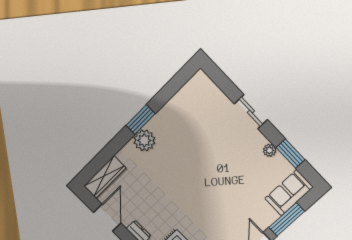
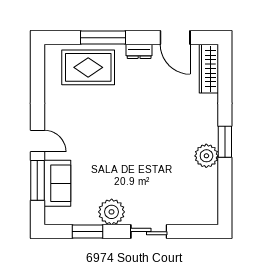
plant: (144, 140) -> (206, 156), moved
plant: (270, 150) -> (112, 212), width x1.87, depth x1.87
sofa: (289, 193) -> (57, 183), moved

